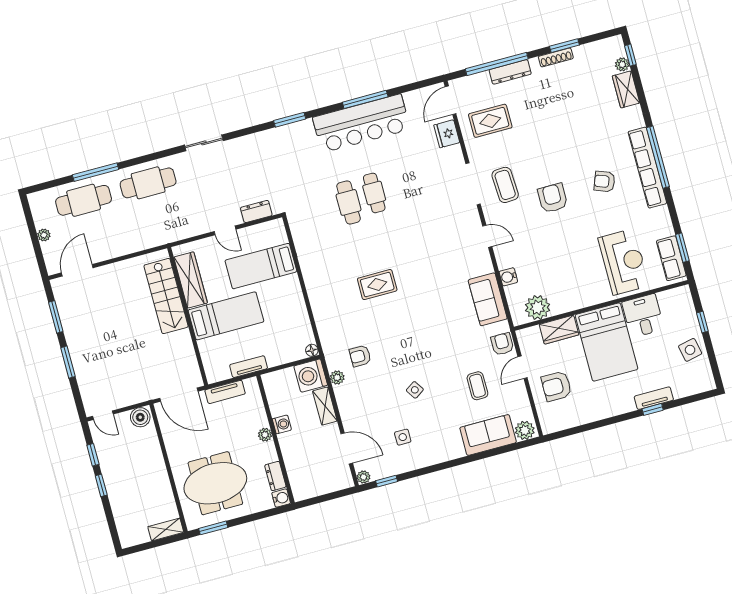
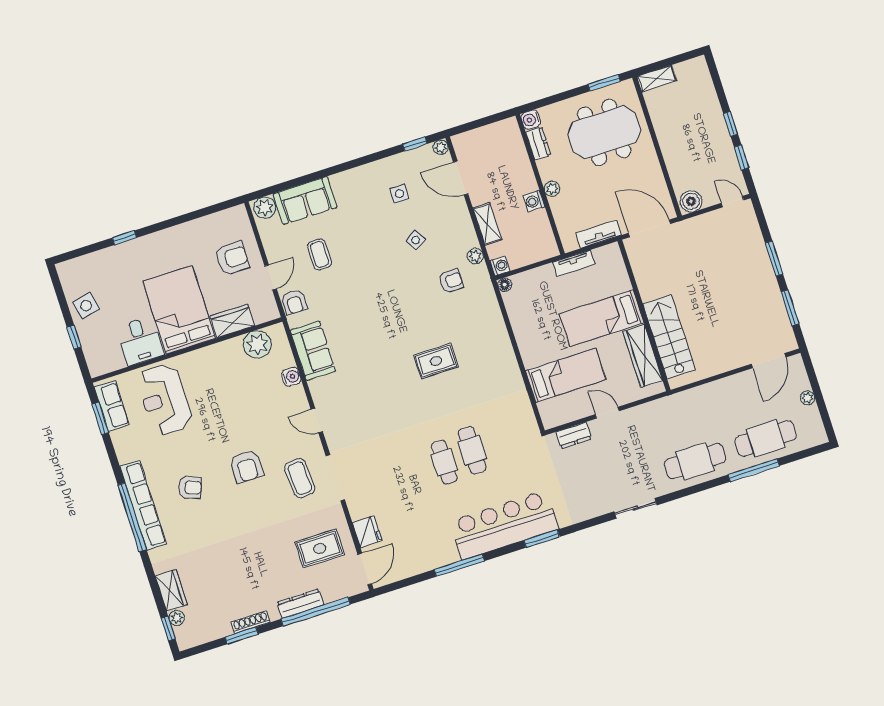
bar counter: (361, 123) -> (504, 525), moved
washing machine: (311, 376) -> (500, 266), width x0.53, depth x0.53
side table: (415, 390) -> (416, 240), moved
tv unit: (654, 398) -> (124, 250), removed

